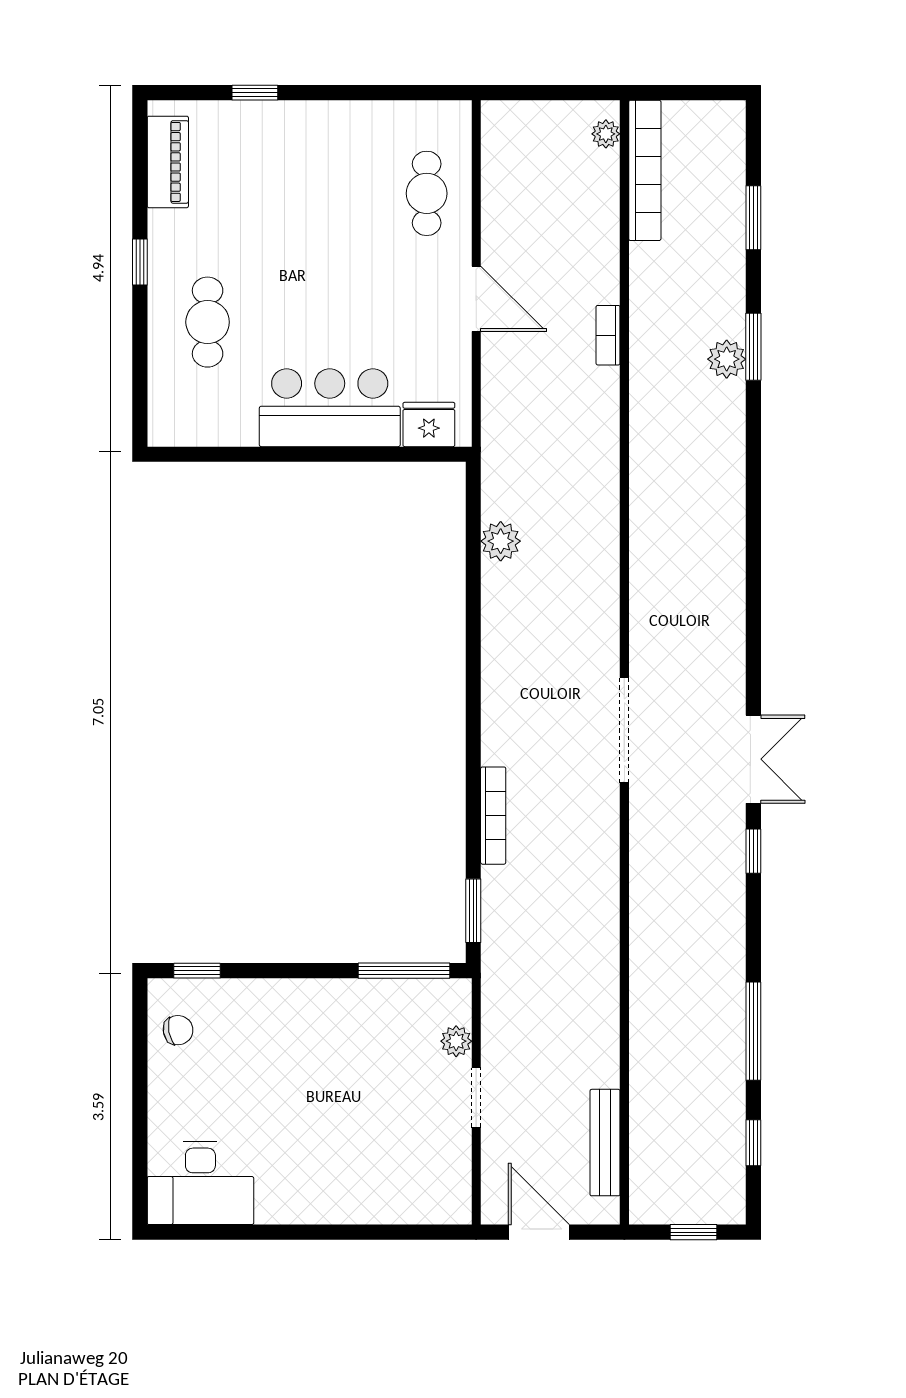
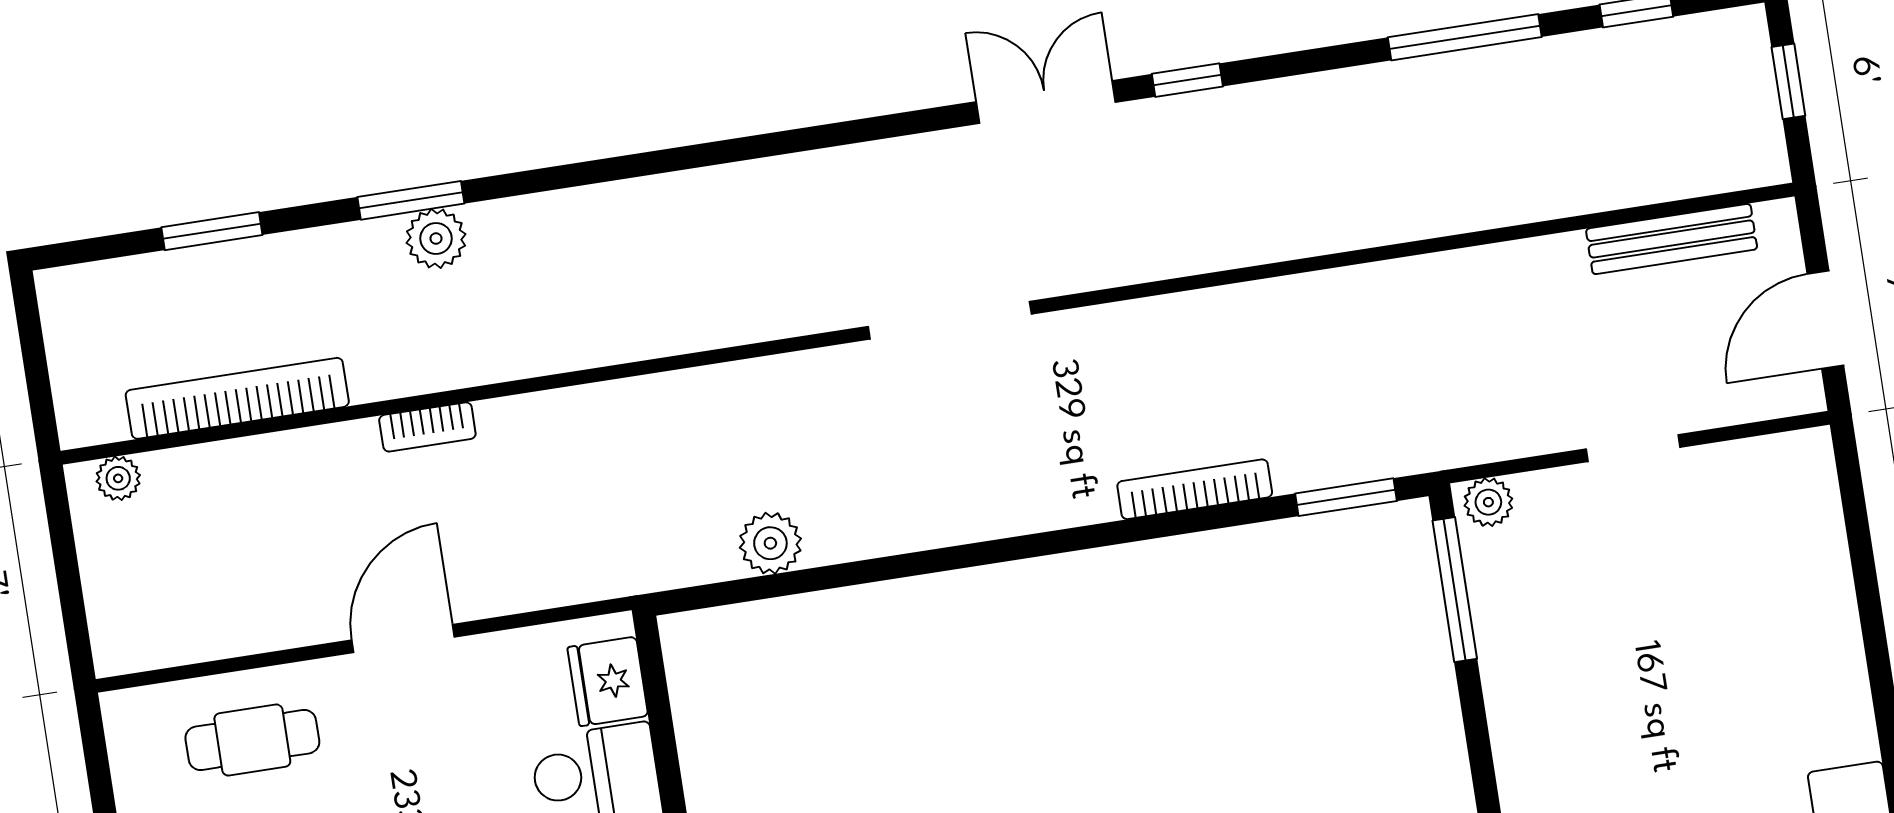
bookcase: (645, 170) -> (237, 398), moved
doorway: (624, 730) -> (950, 320), moved
plant: (456, 1041) -> (1488, 502), moved

